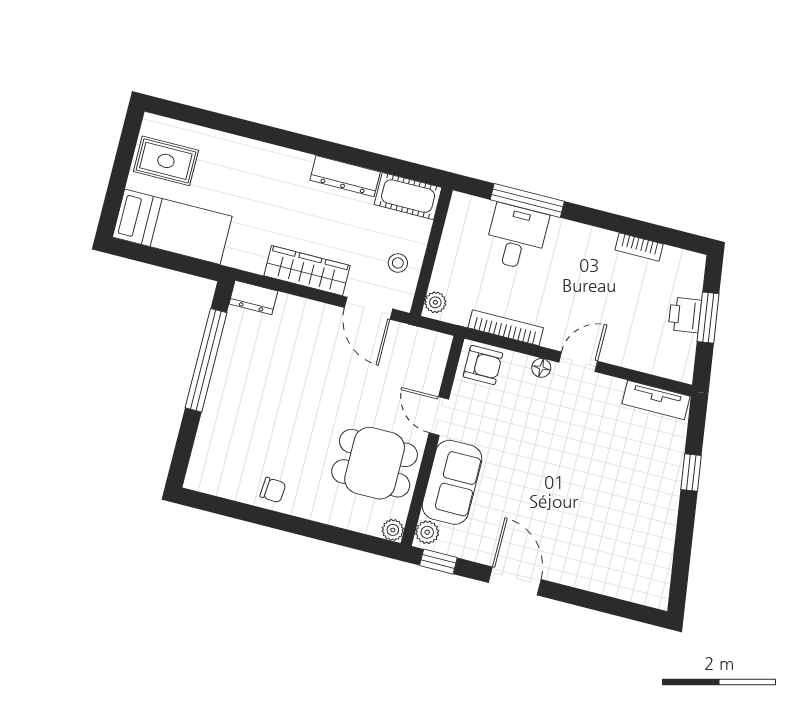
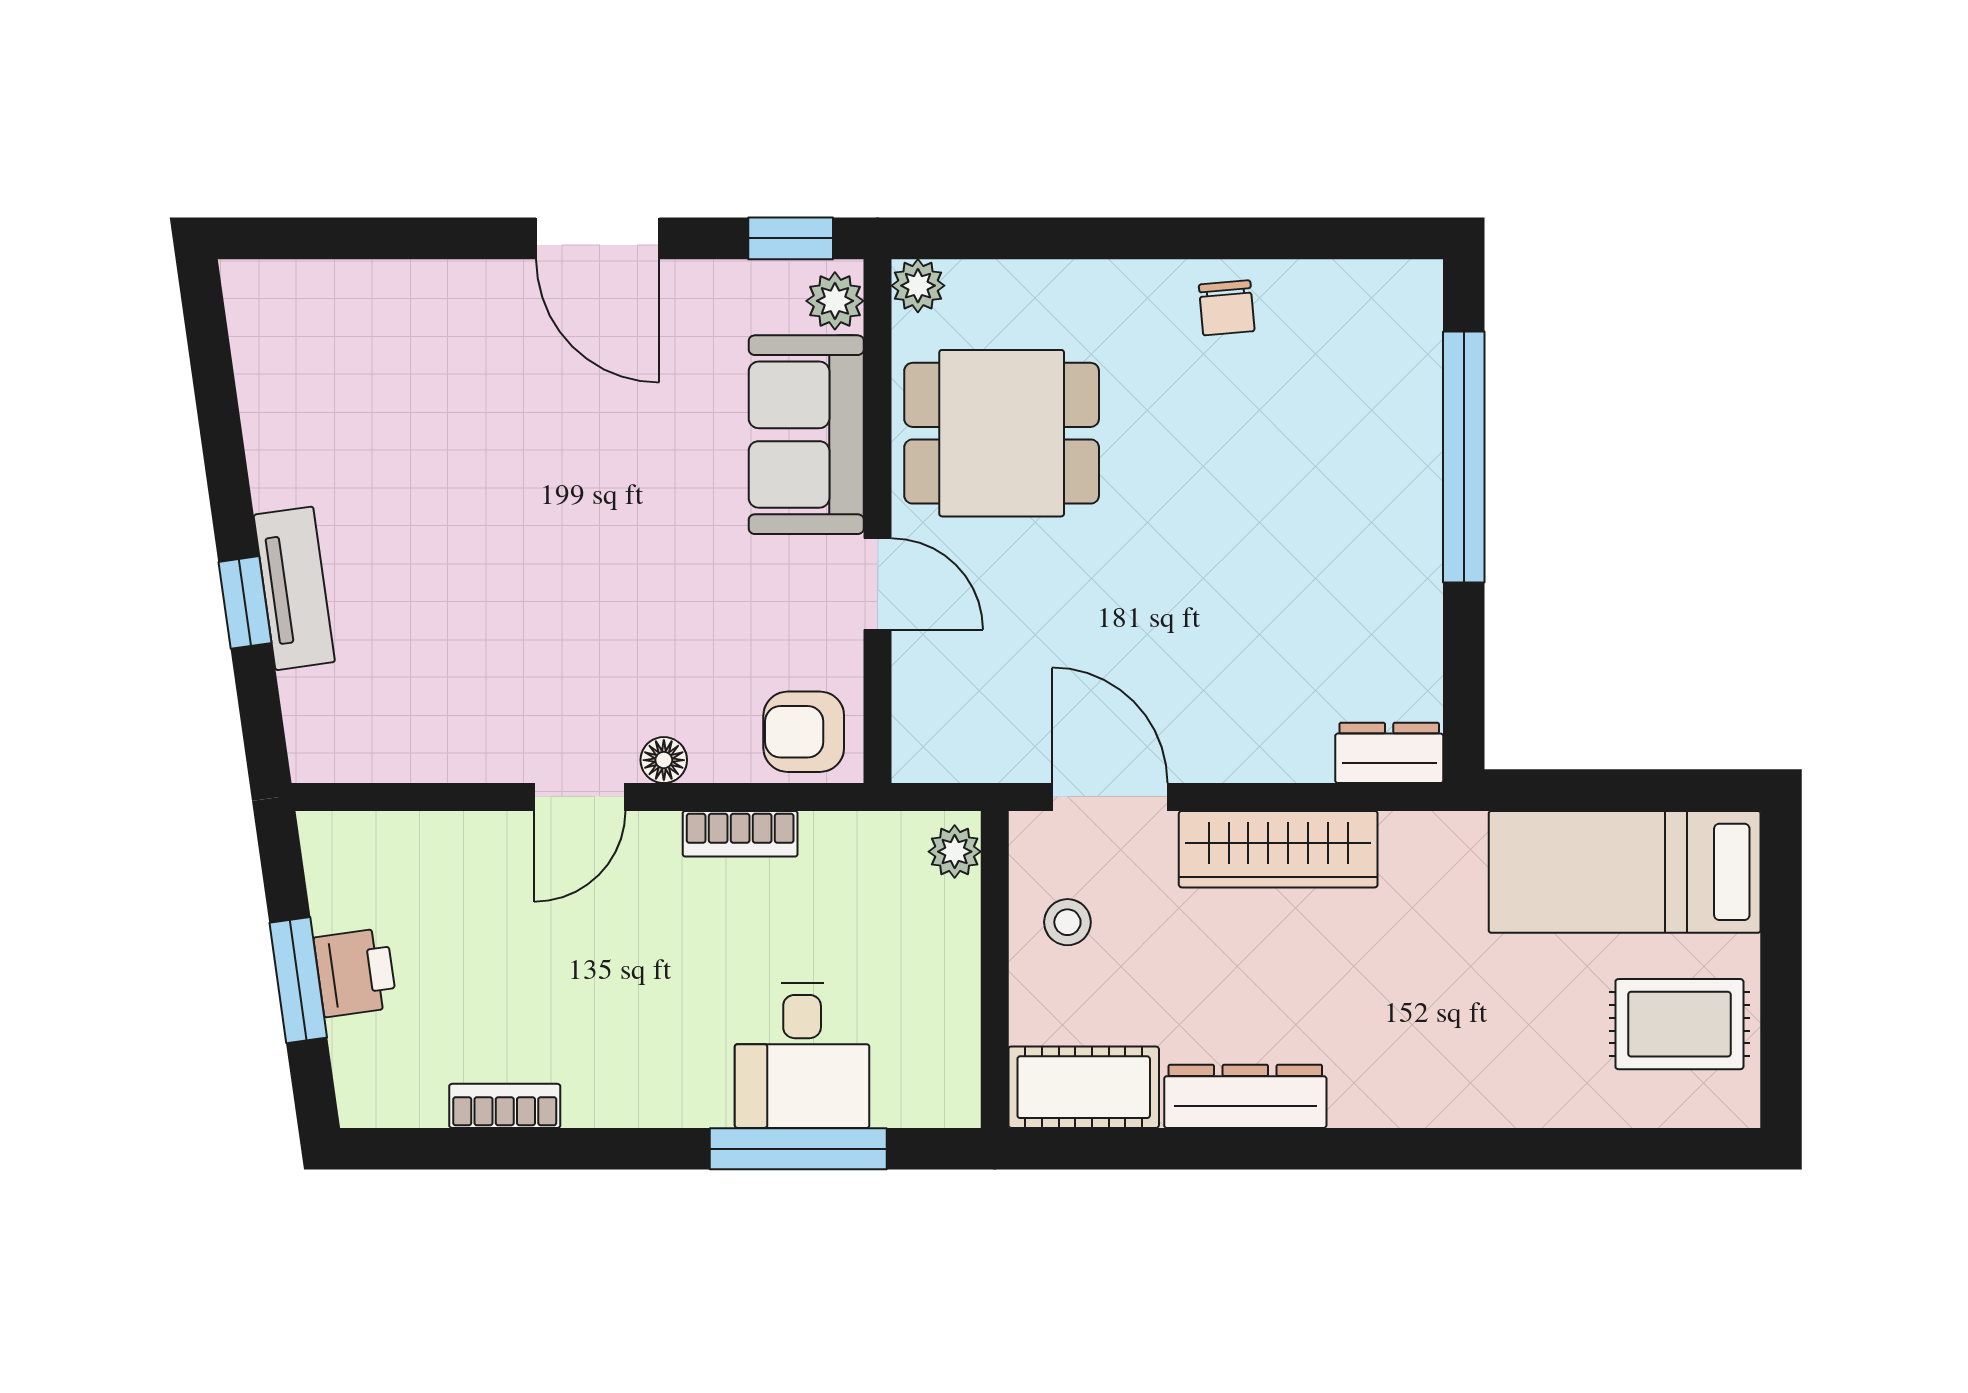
bookcase: (506, 328) -> (740, 834), width x0.64
window: (206, 360) -> (1464, 457), moved
tv unit: (656, 400) -> (294, 588), moved, turned 82
chair: (273, 490) -> (1227, 308), turned -99

